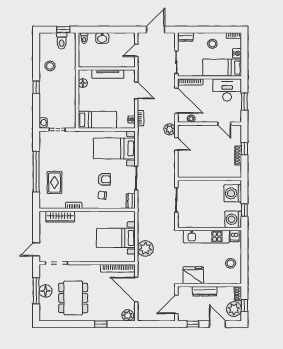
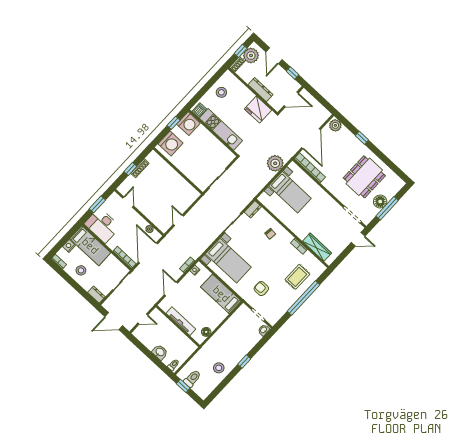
plant: (170, 129) -> (173, 236), removed
armchair: (104, 179) -> (261, 289), moved

